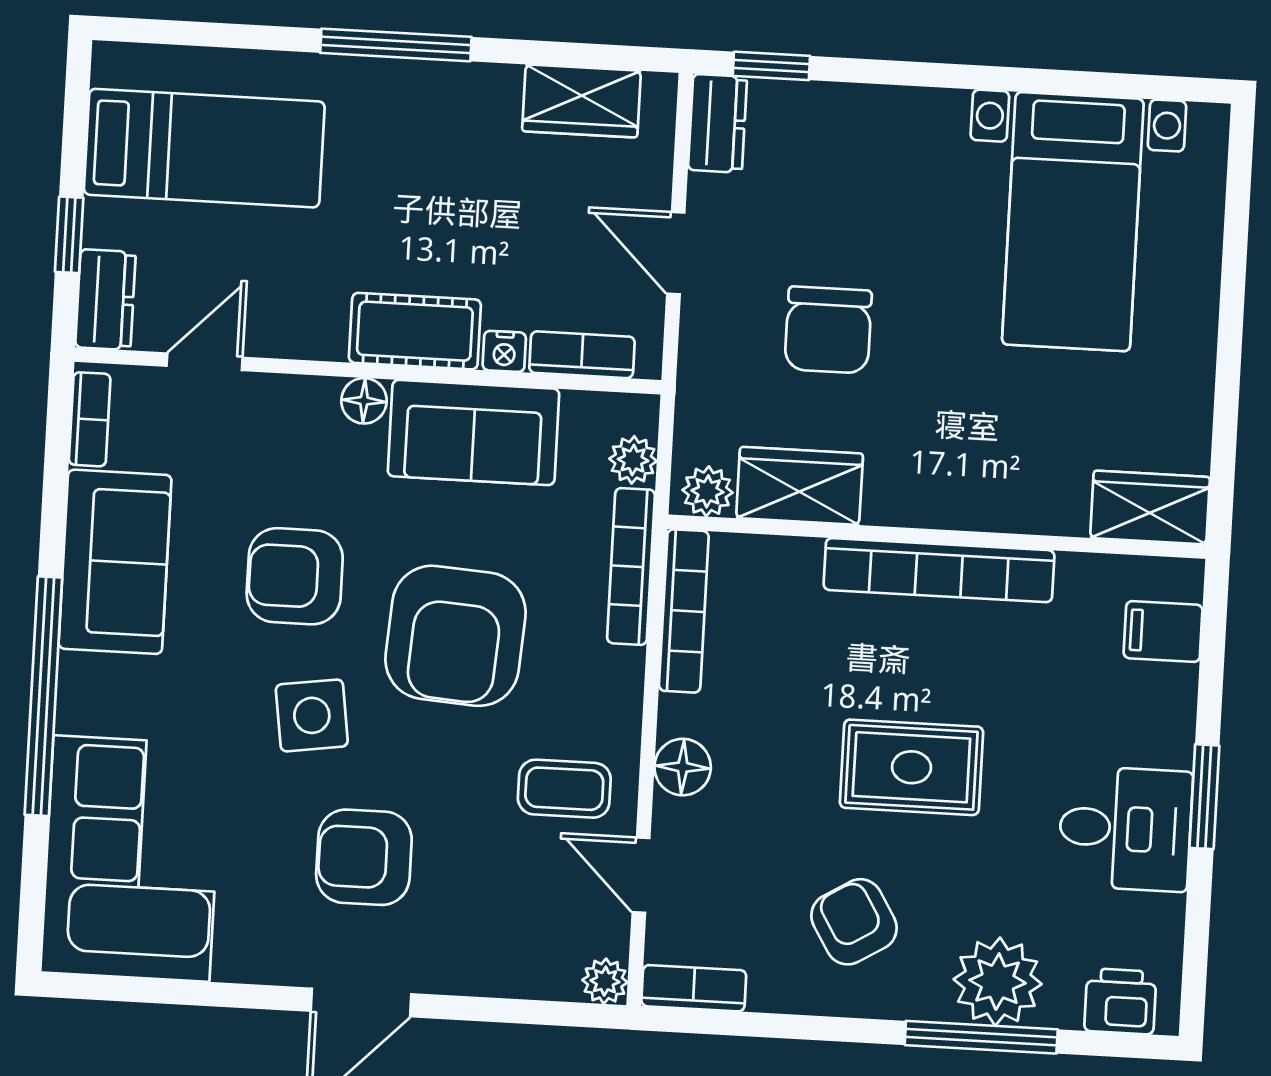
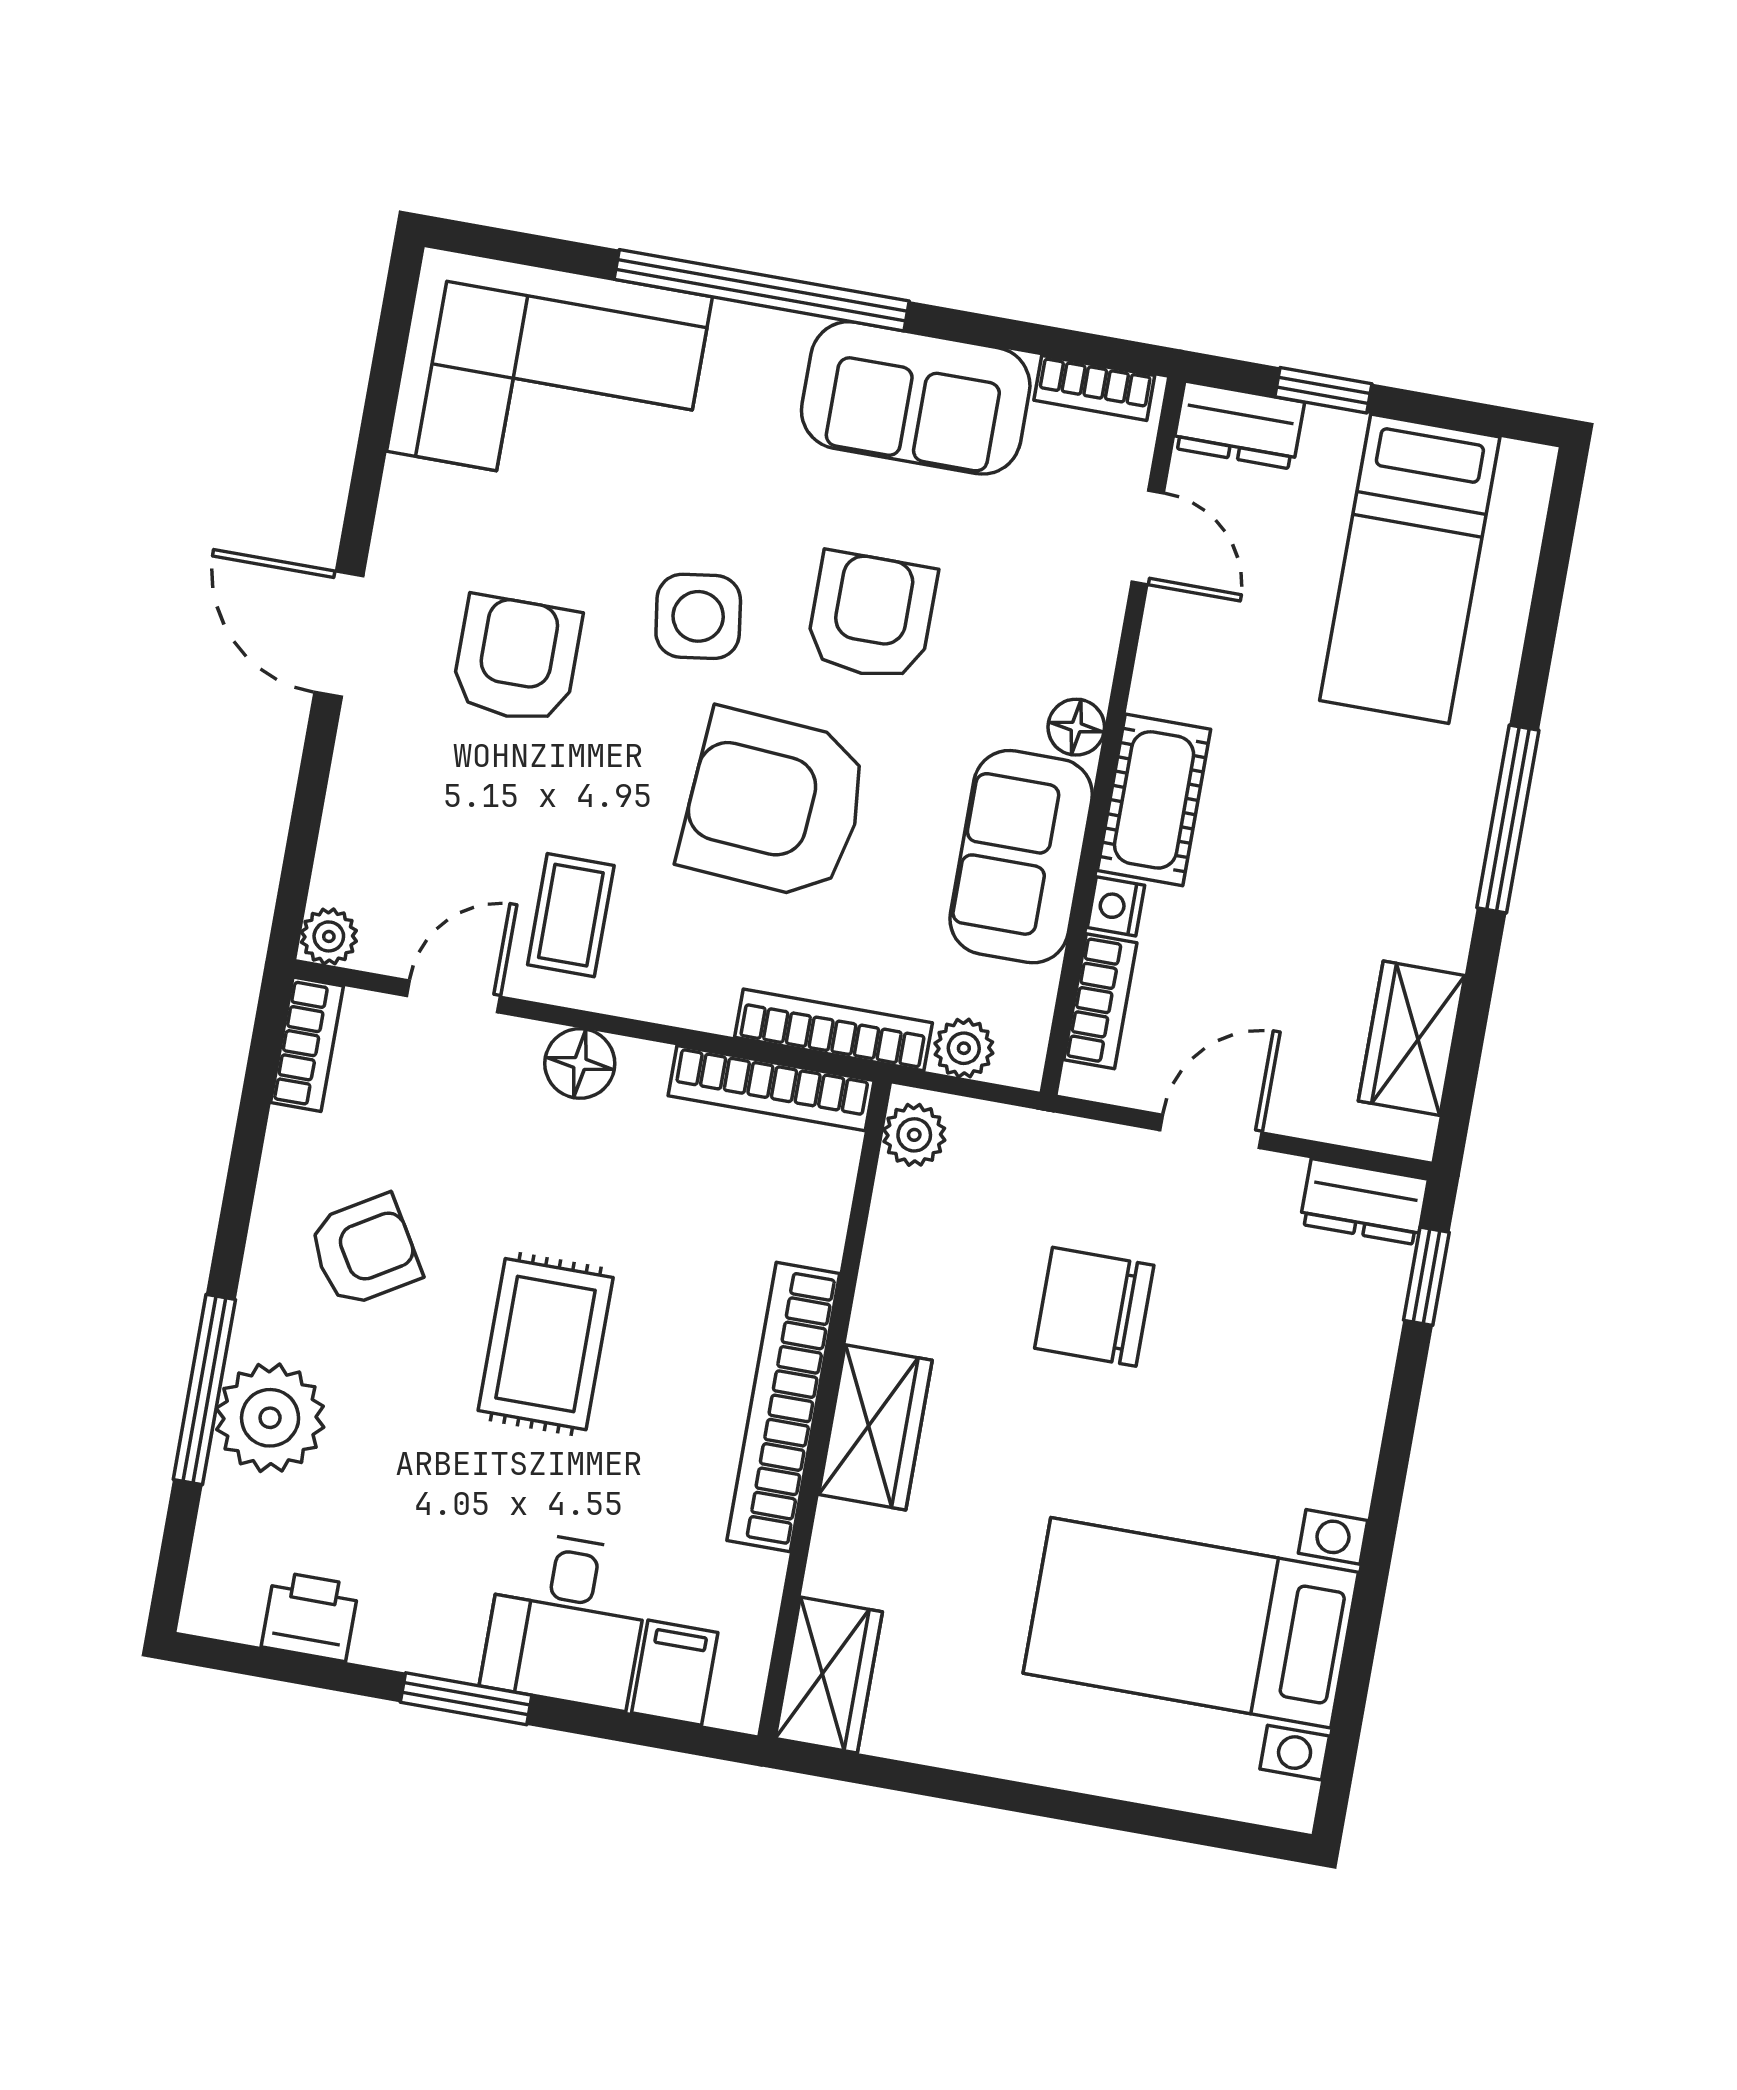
wardrobe: (800, 486) -> (875, 1427), moved
desk: (1125, 829) -> (567, 1620), moved
printer: (1120, 1001) -> (310, 1616), moved, turned -90

